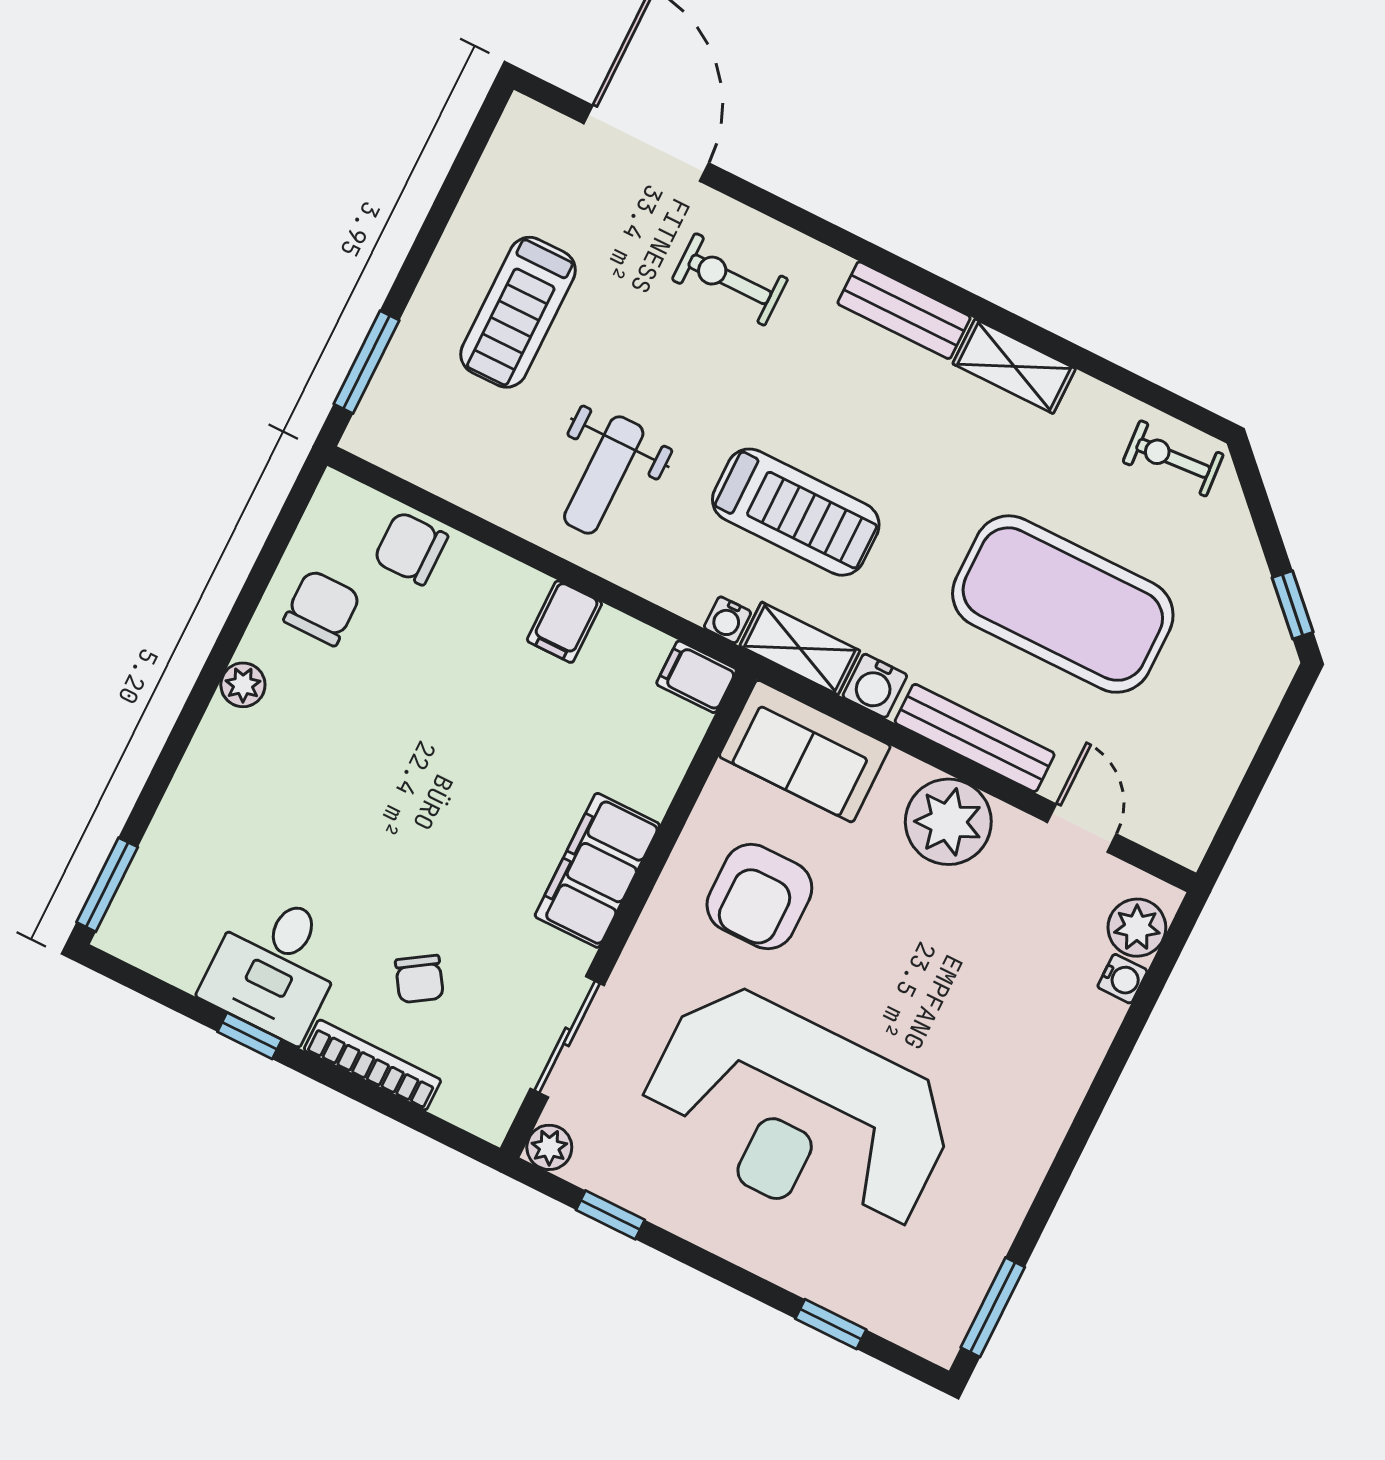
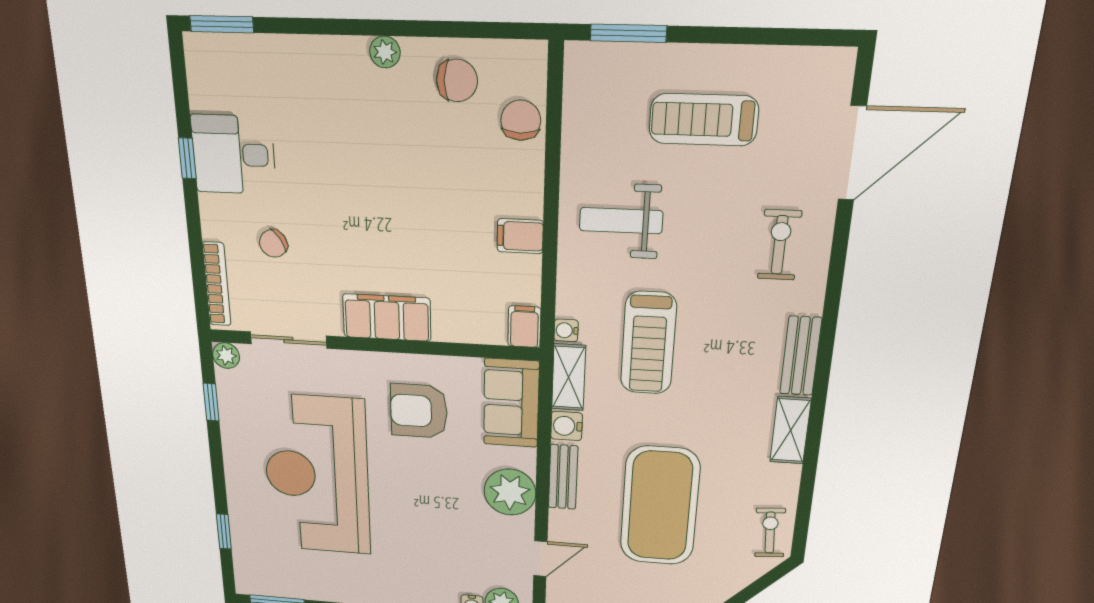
bench: (975, 738) -> (563, 477), width x0.73
bookcase: (372, 1065) -> (217, 284), moved

